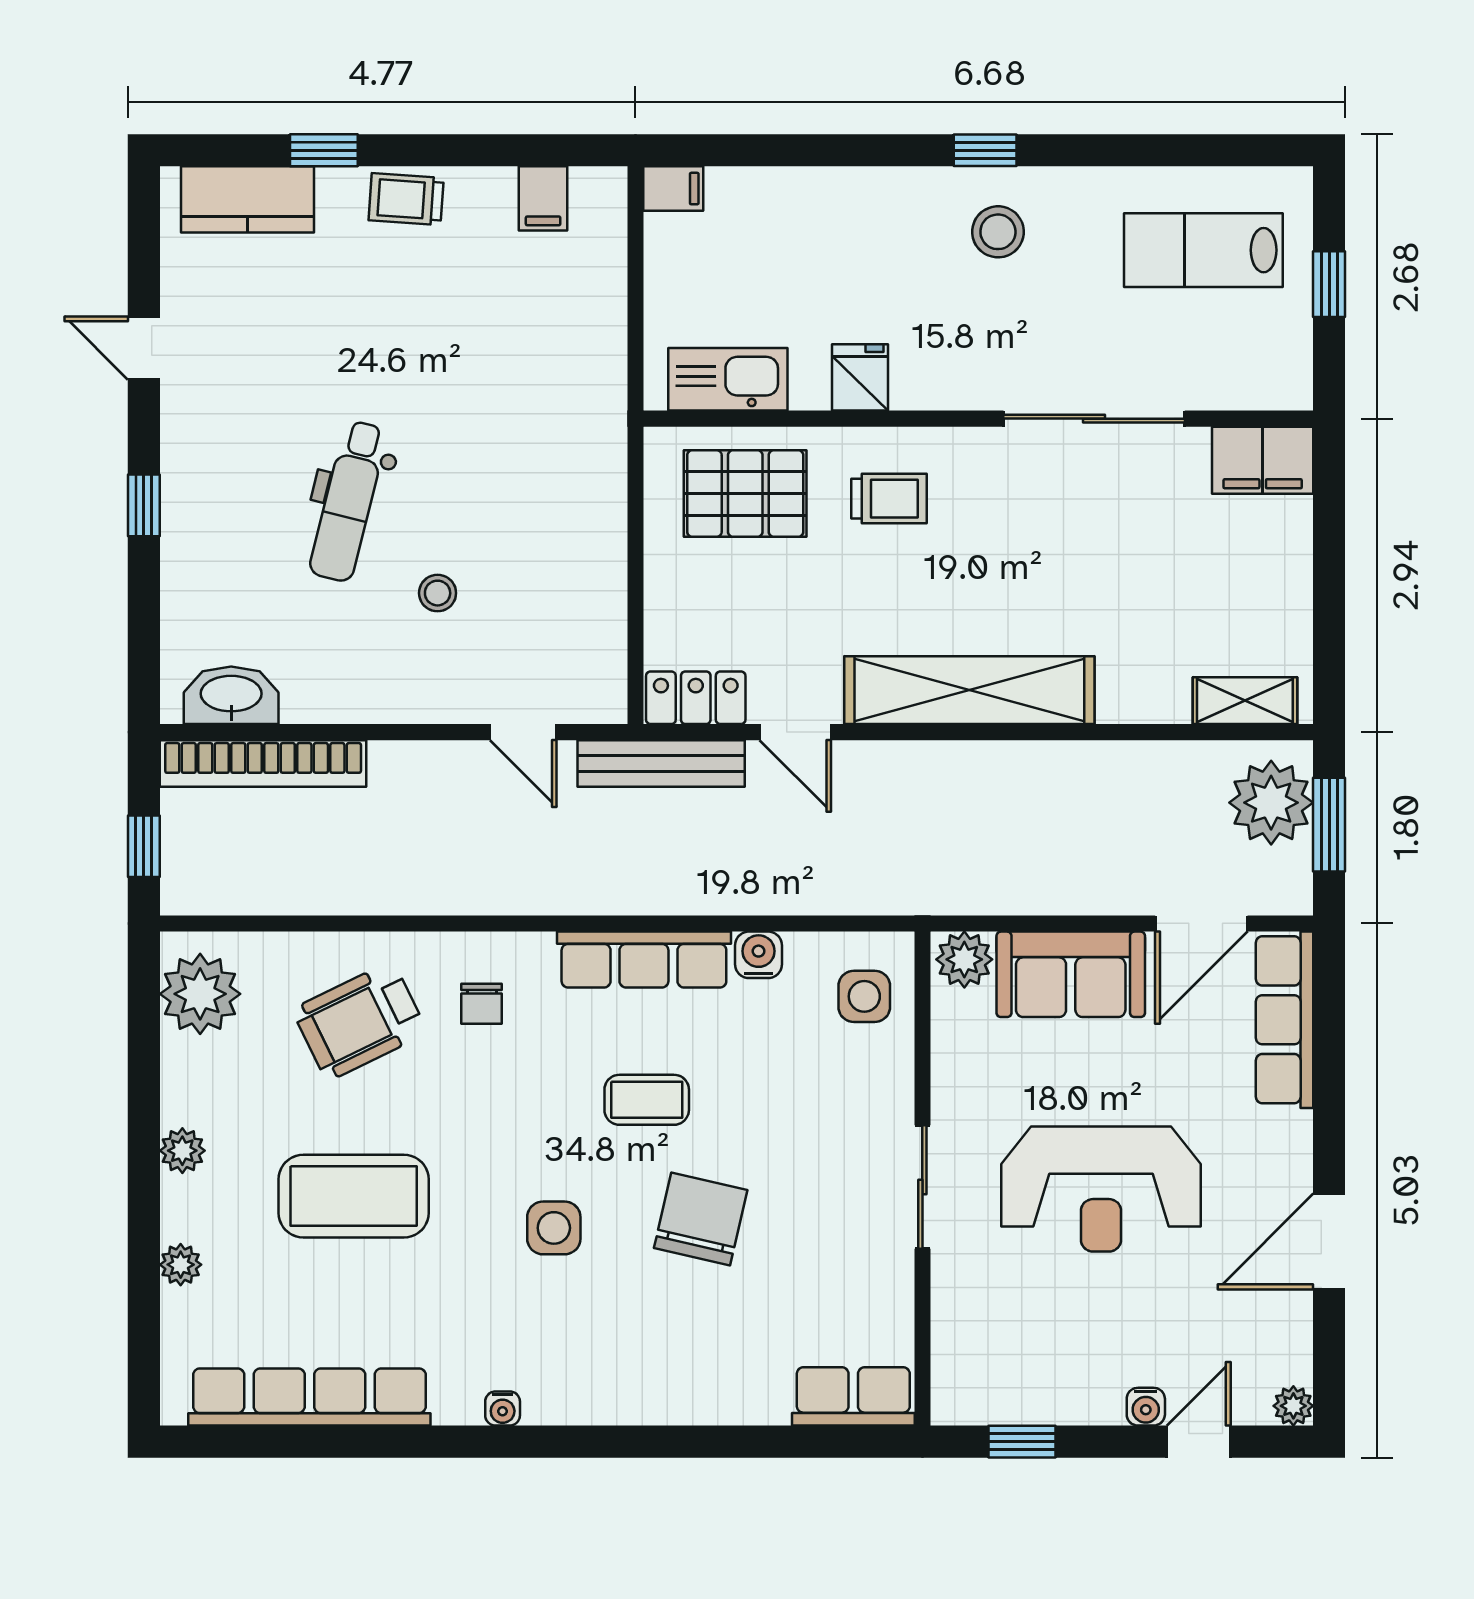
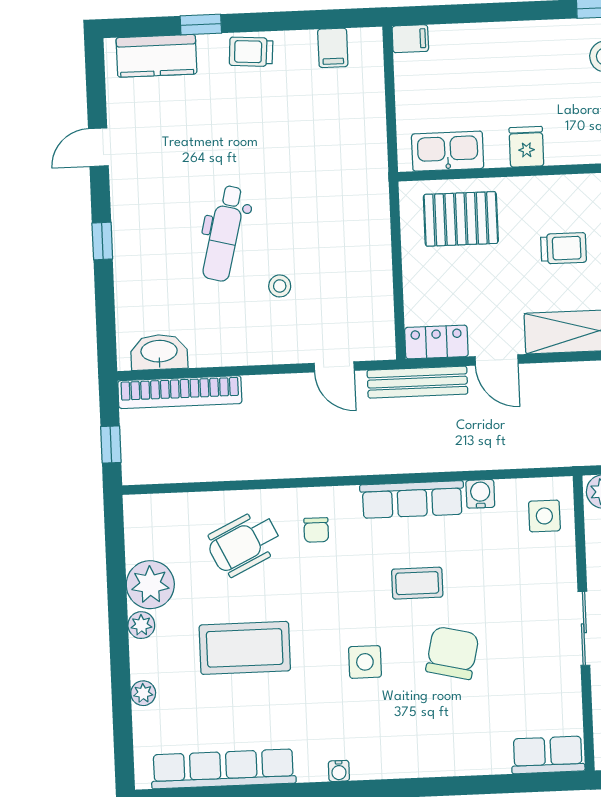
door: (144, 348) -> (98, 147), hinge flipped
trolley: (889, 499) -> (564, 248), moved
plant: (200, 994) -> (150, 585), moved

